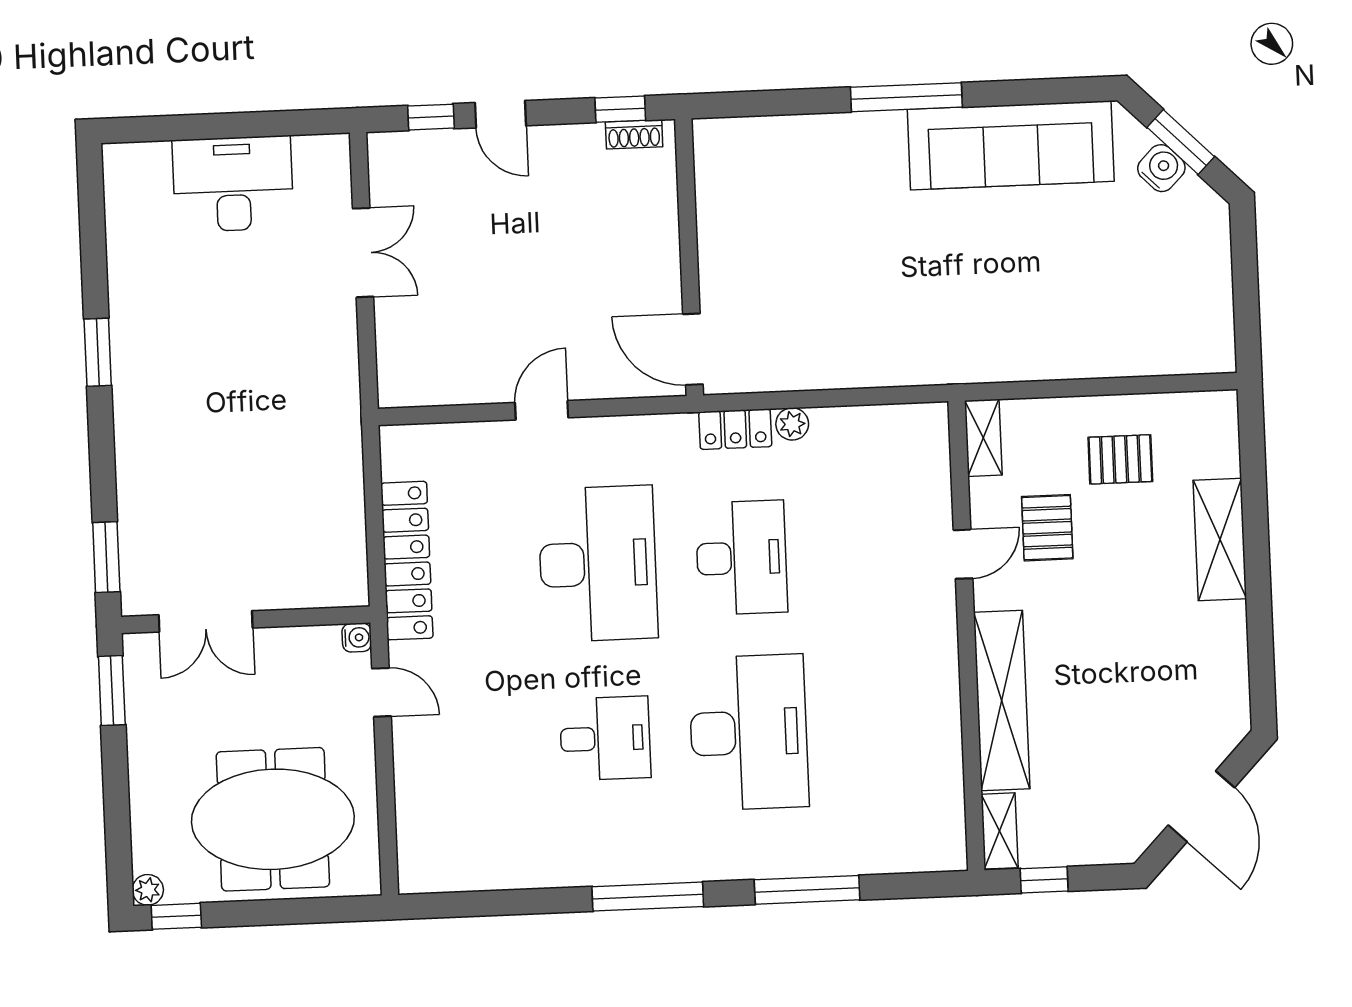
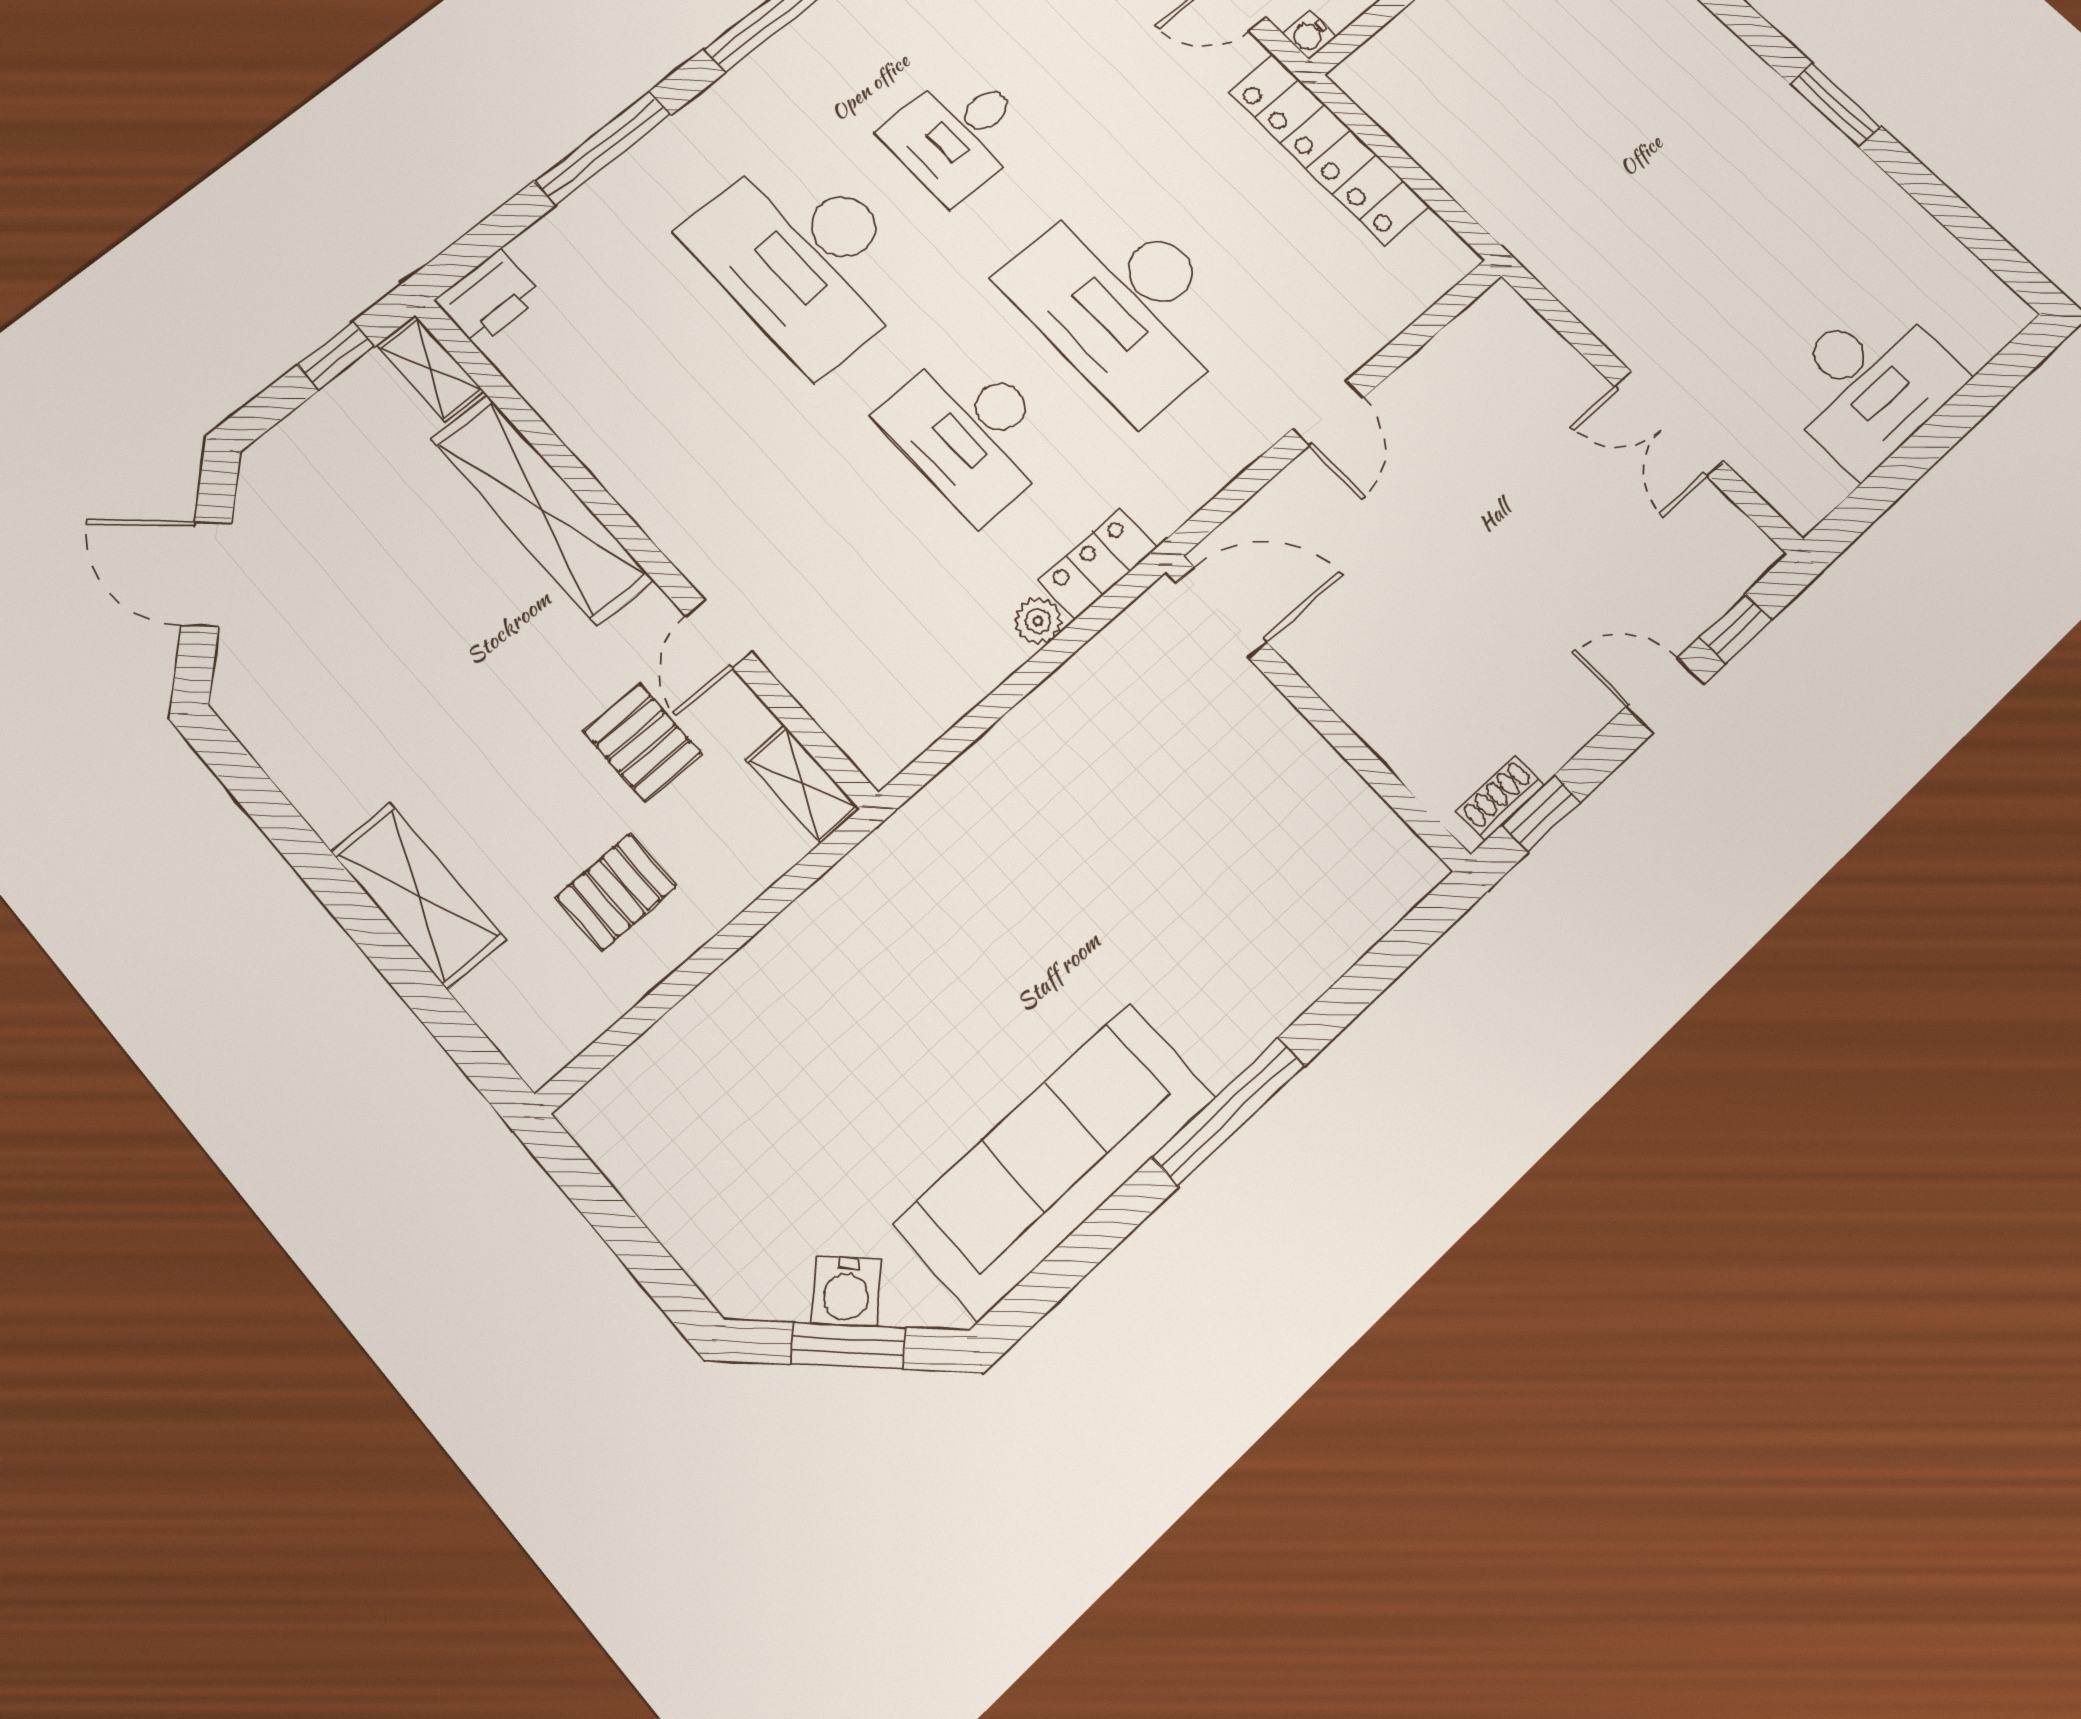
printer: (938, 848) -> (489, 298), added

